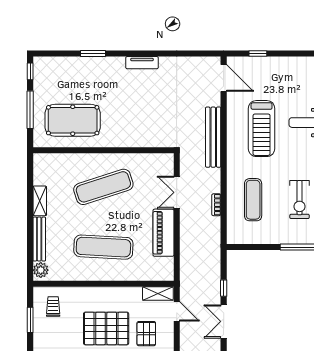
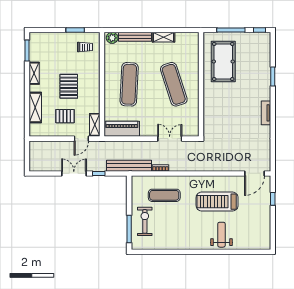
bench: (213, 137) -> (129, 166), moved
exercise bike: (300, 200) -> (145, 221), moved, turned 90
piano: (163, 233) -> (122, 129), moved
pallet: (106, 328) -> (69, 86), width x0.73, depth x0.71

